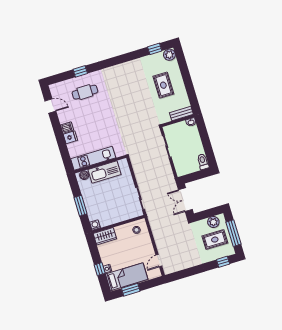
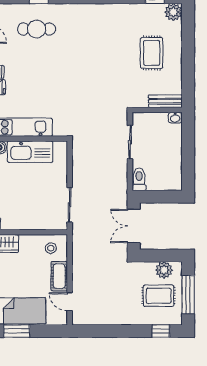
toilet: (203, 162) -> (139, 179), moved
cot: (147, 246) -> (59, 276), added
door: (159, 261) -> (70, 302), hinge flipped

